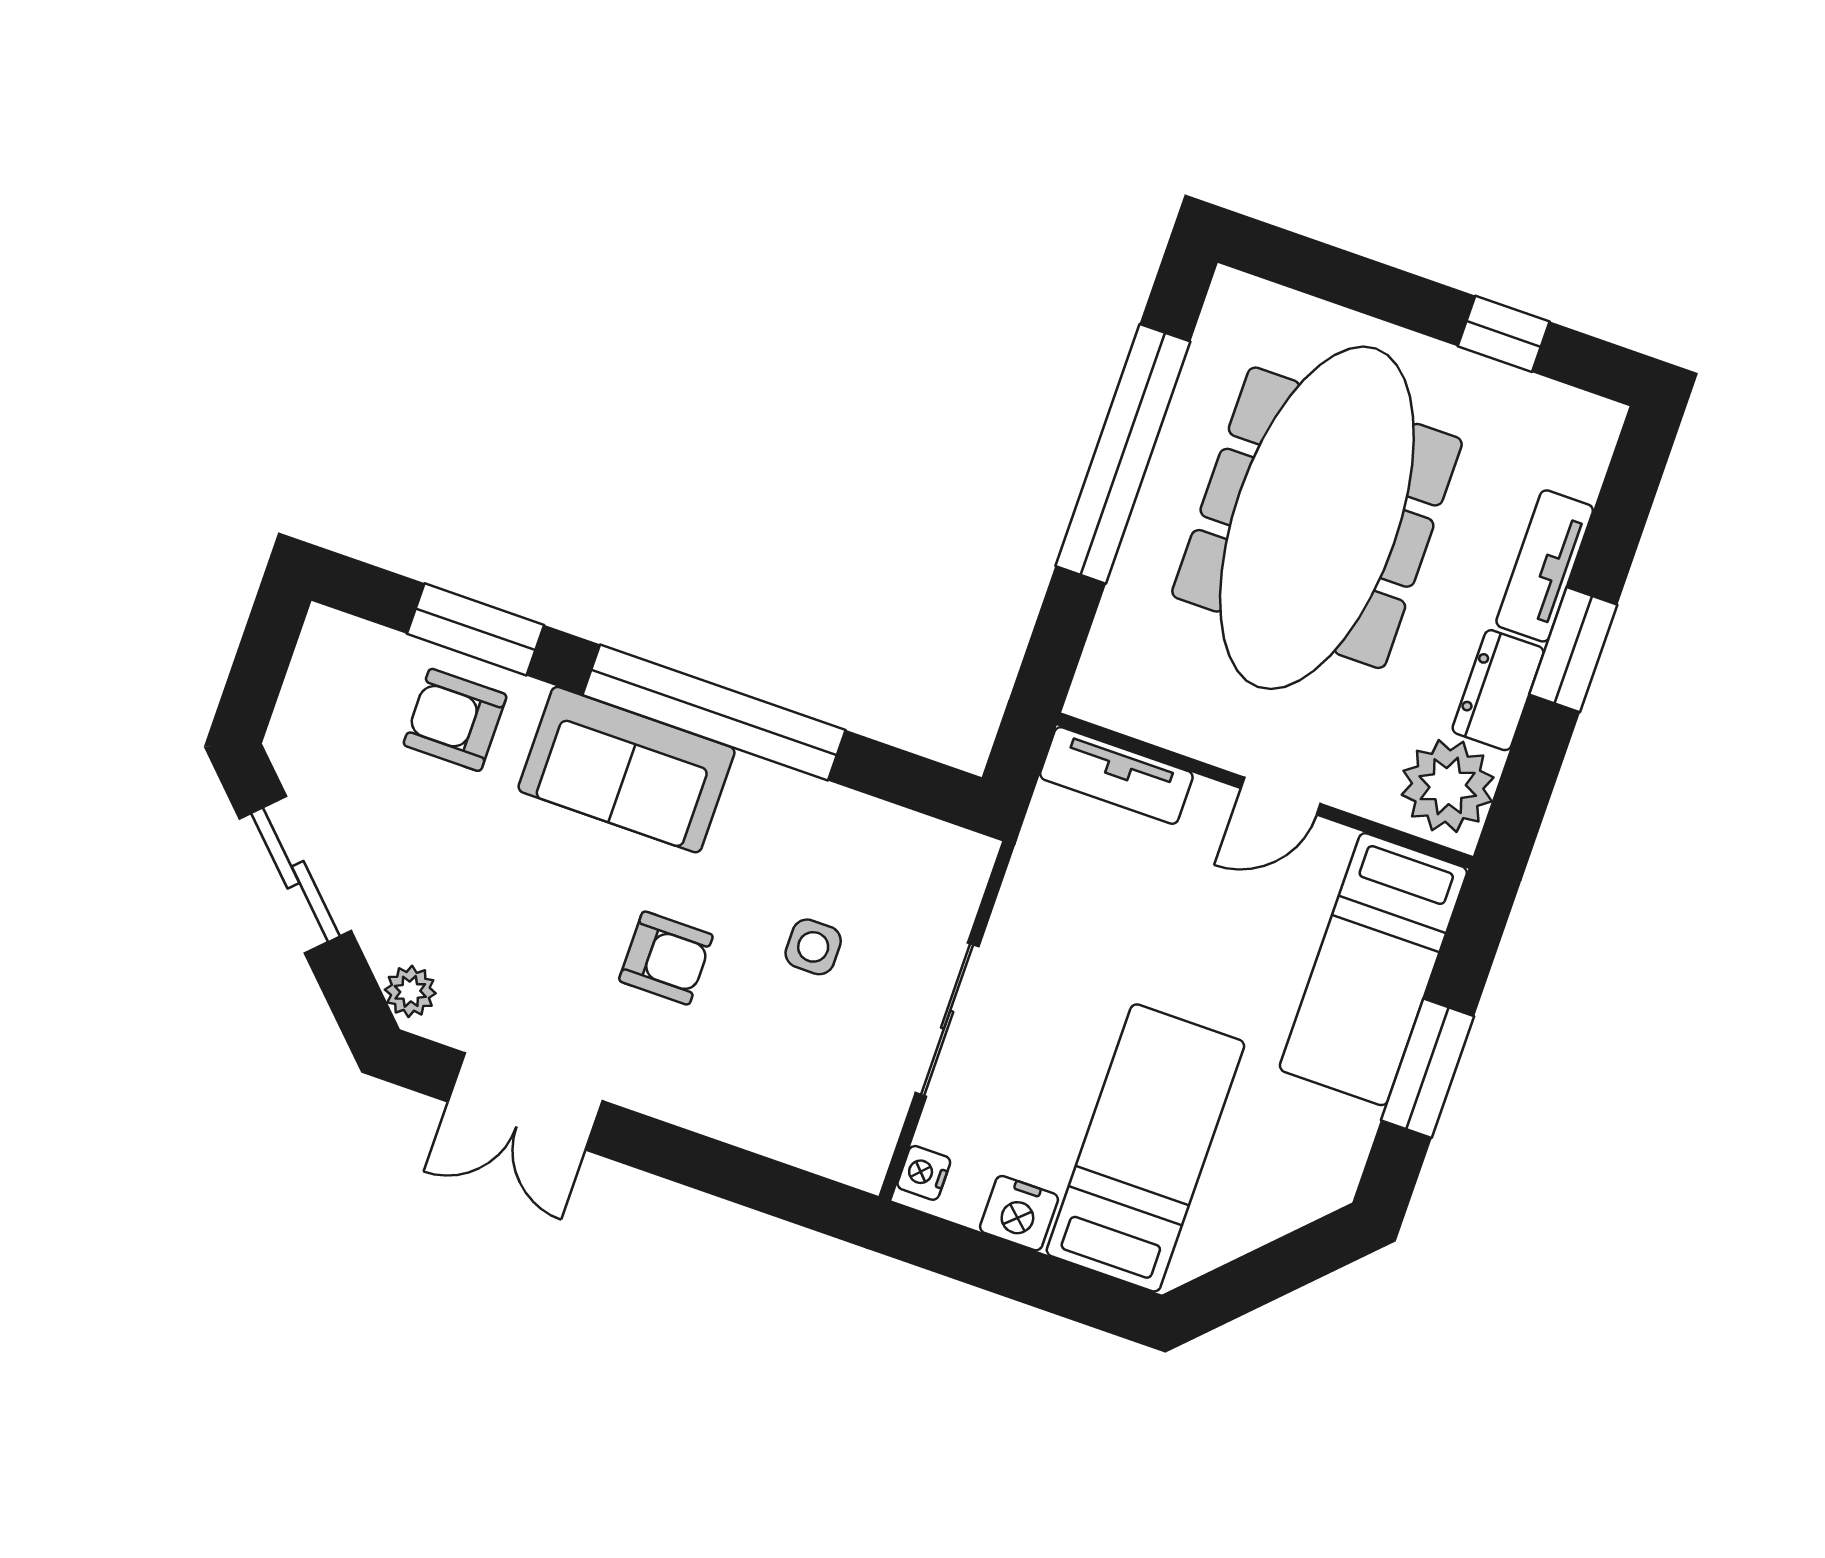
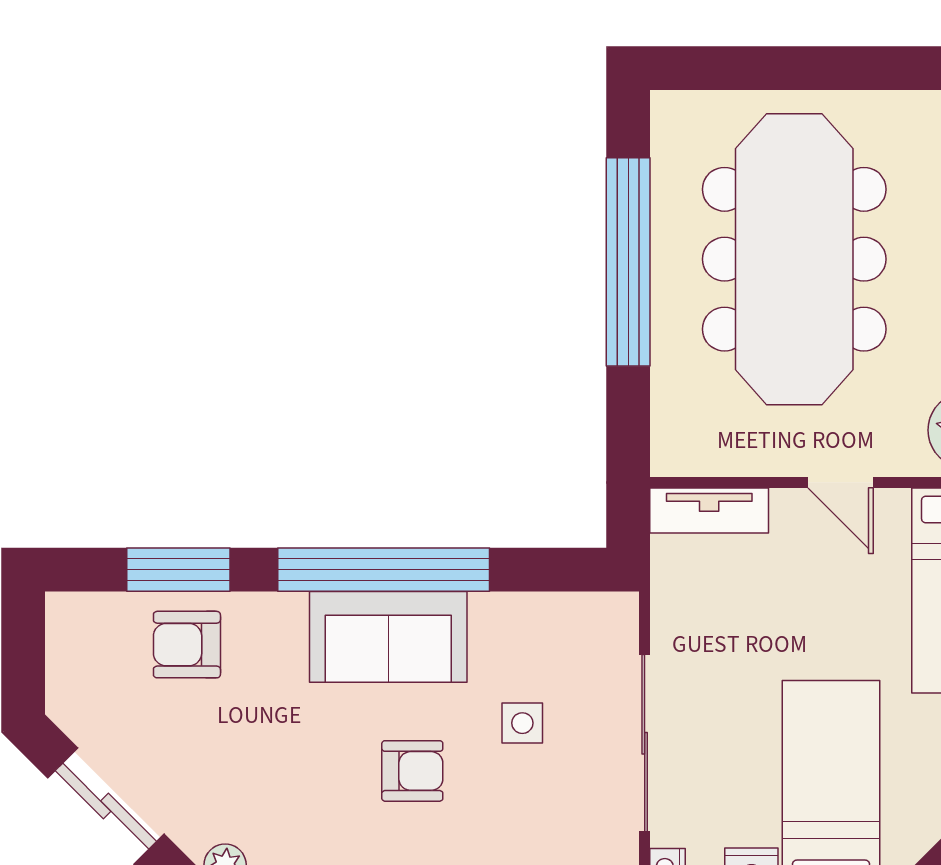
window: (1504, 334) -> (888, 68), removed
sofa: (626, 770) -> (388, 637), moved
door: (1281, 796) -> (841, 482), hinge flipped
sliding door: (947, 1020) -> (645, 743), width x1.37

